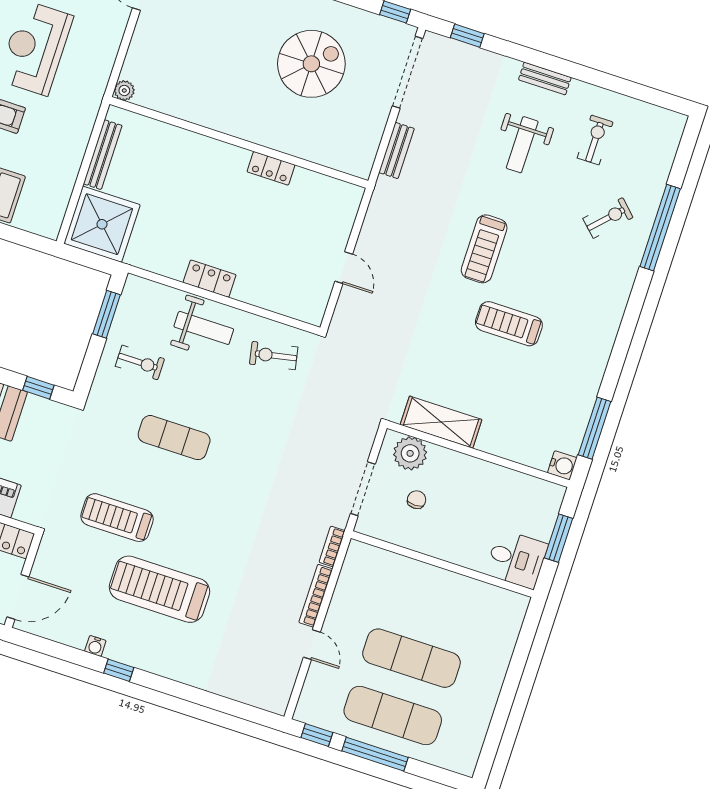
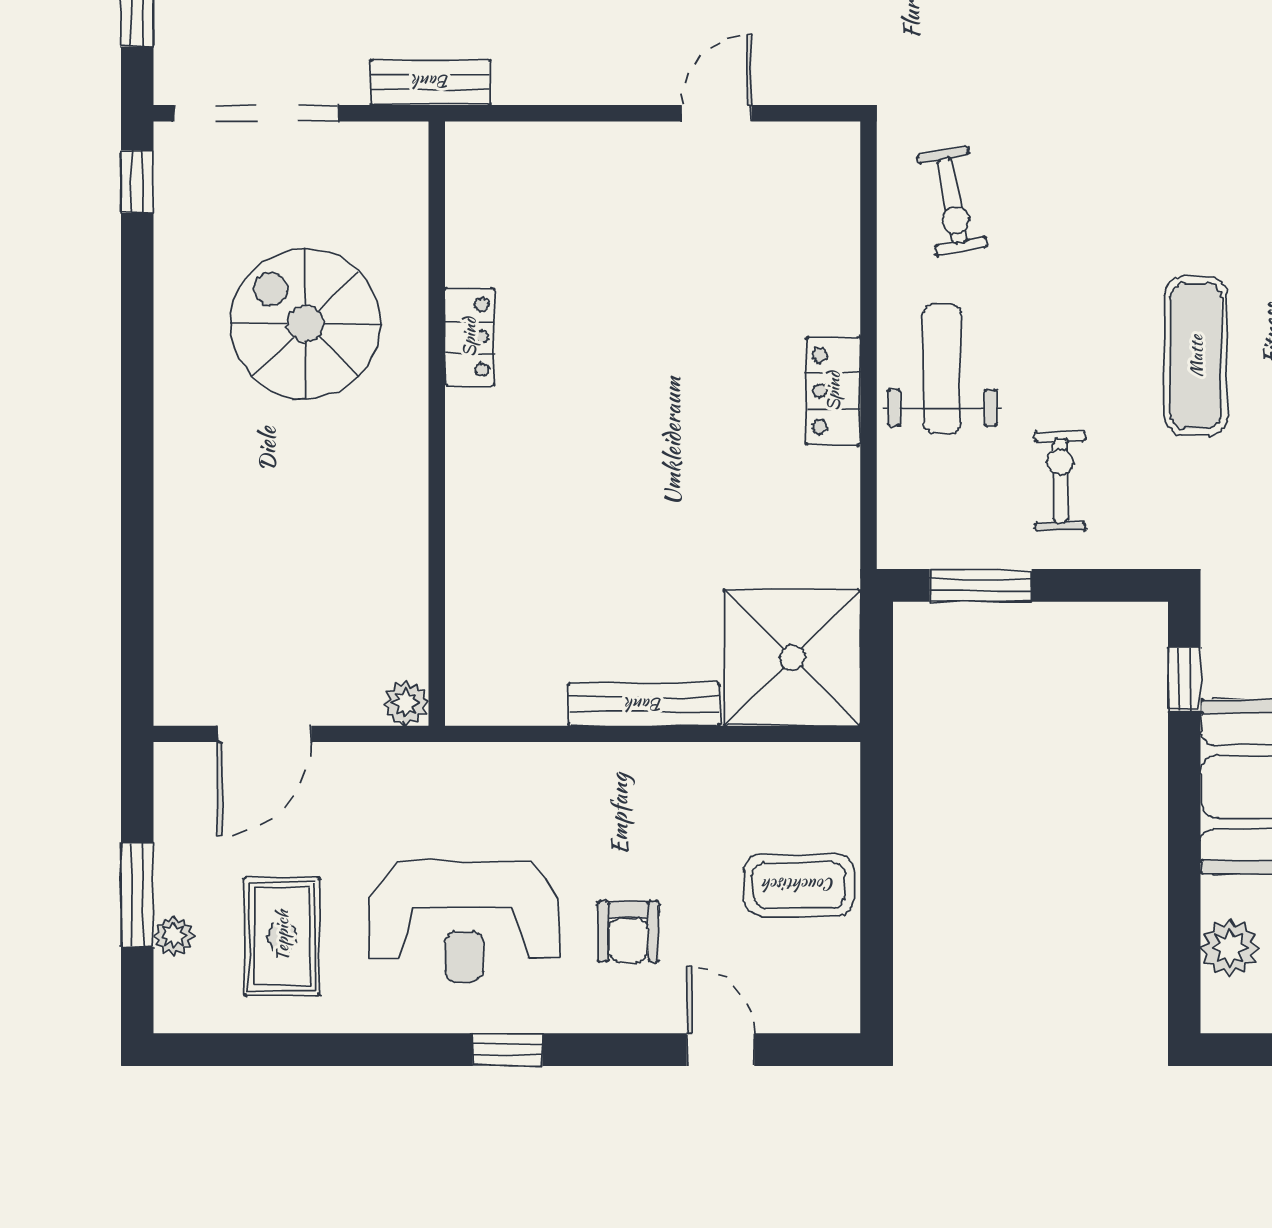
plant: (124, 90) -> (406, 703), moved
wall: (239, 142) -> (437, 424), moved
locker: (271, 168) -> (469, 337), moved

